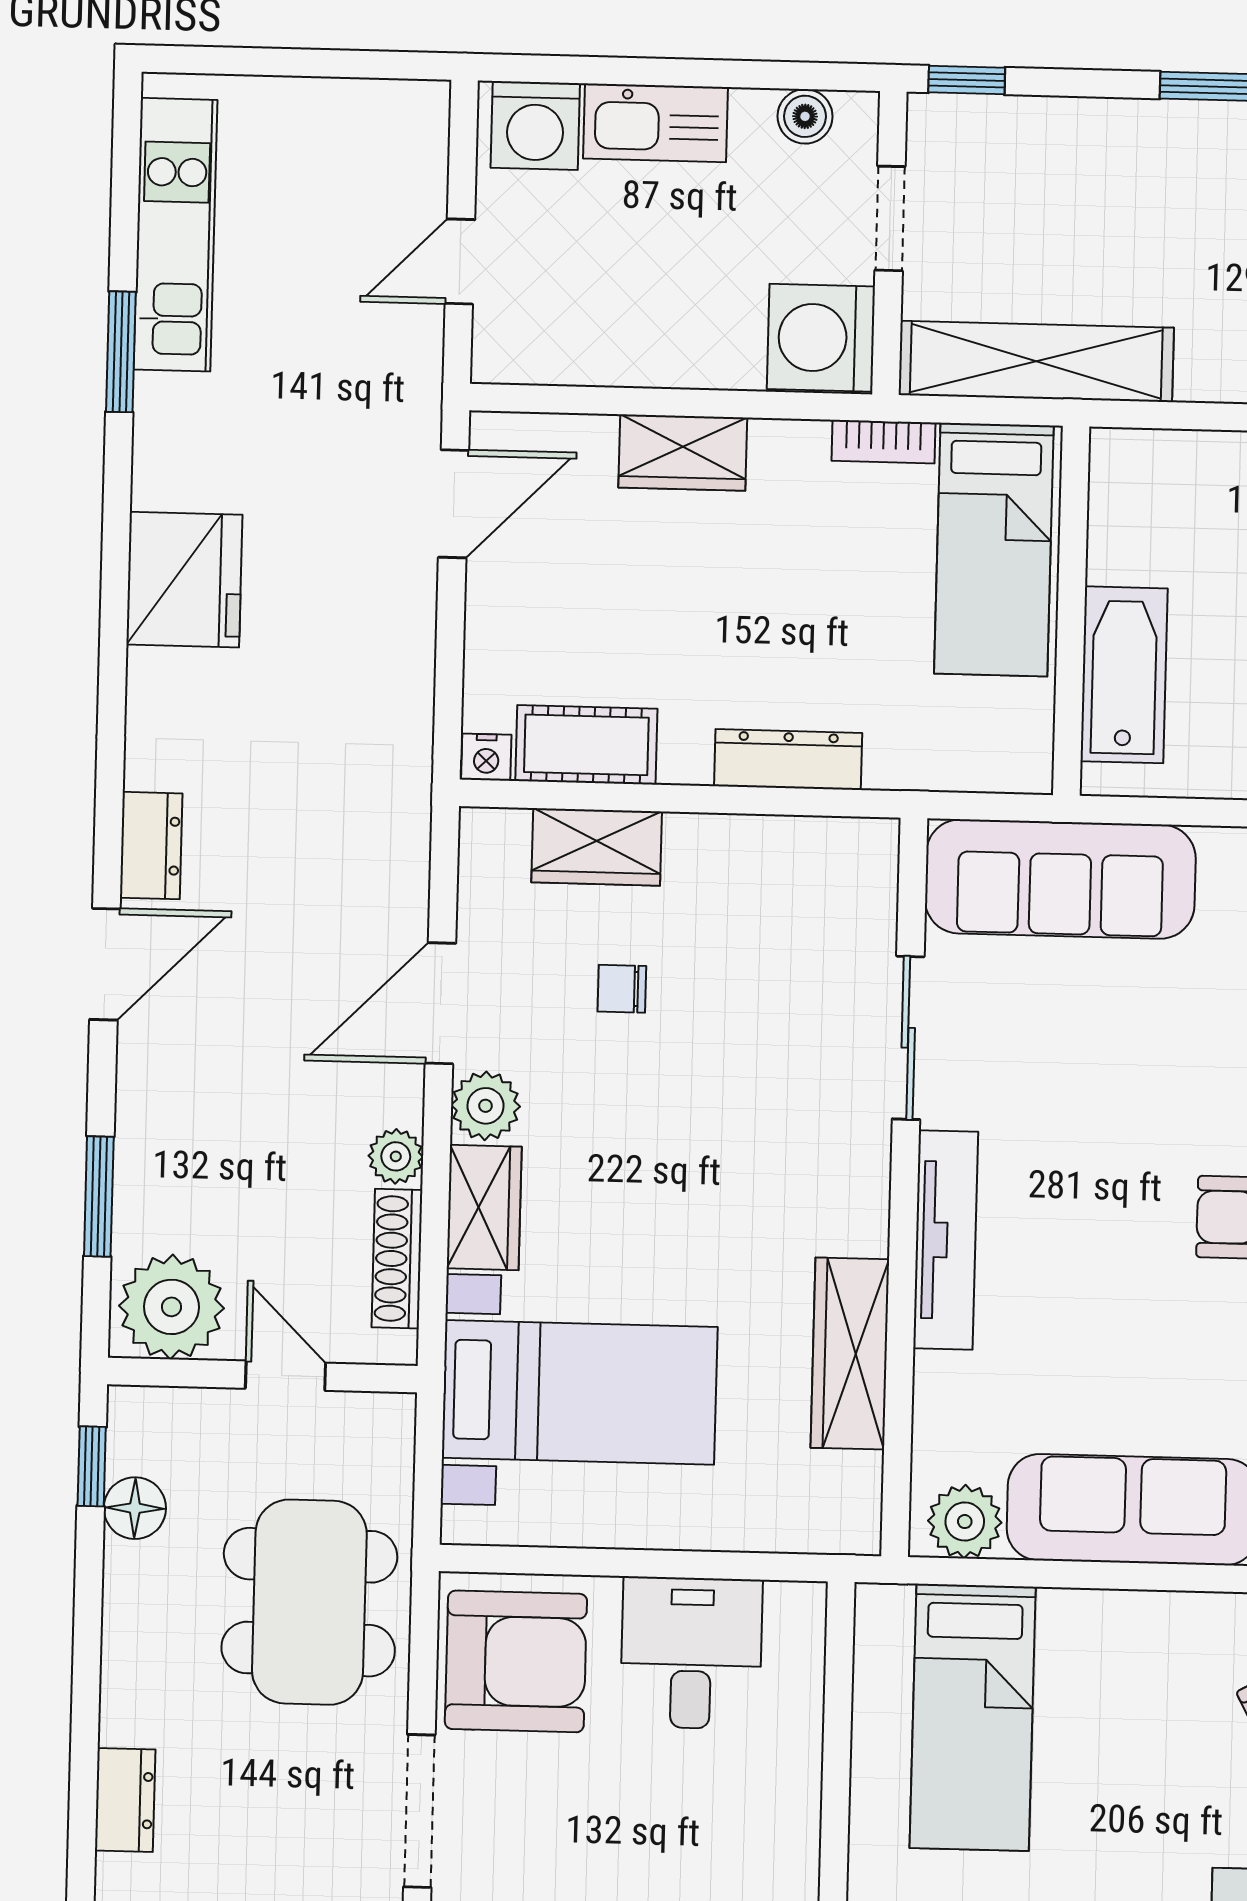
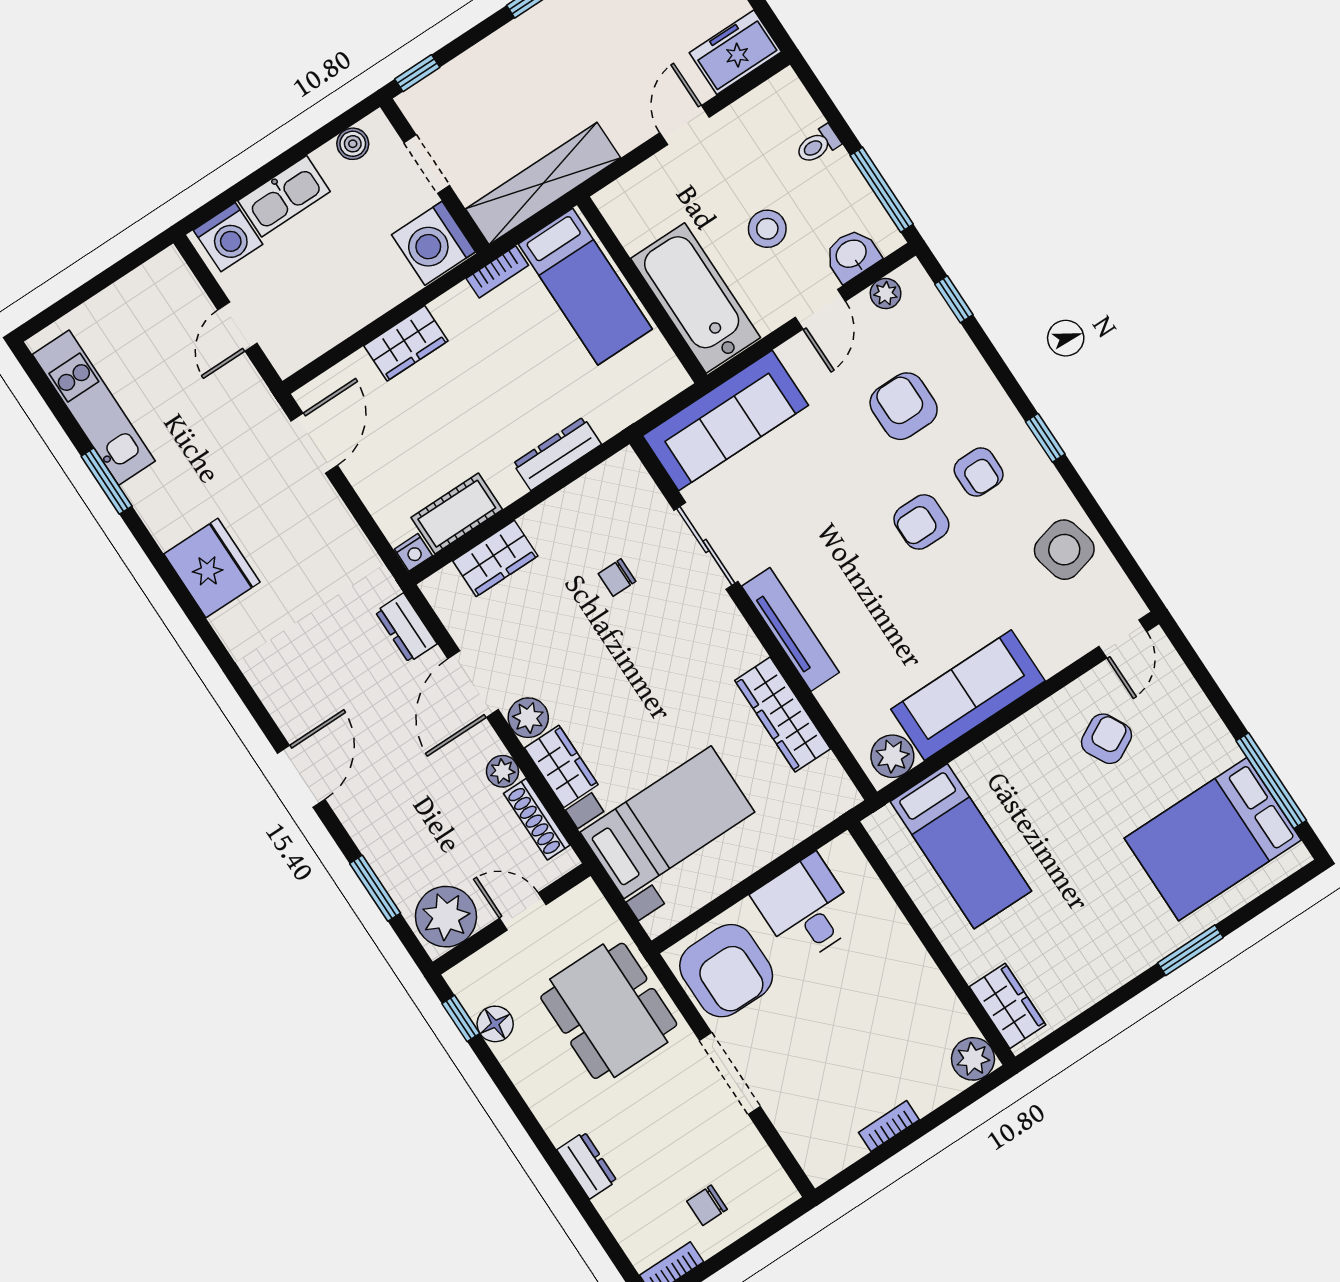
bathtub: (1124, 675) -> (695, 298), width x1.36, depth x1.36
dresser: (151, 846) -> (406, 628), moved, turned 180
chair: (622, 989) -> (617, 578), moved
armchair: (516, 1661) -> (726, 971), turned 90

